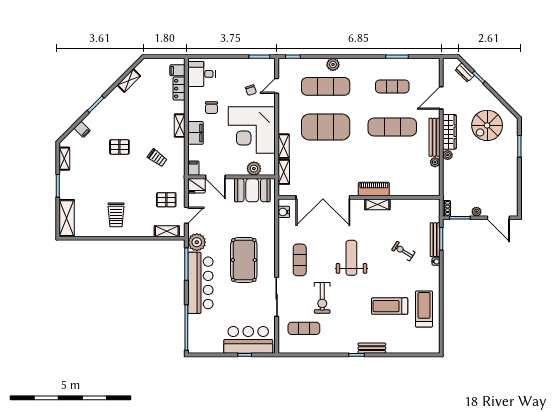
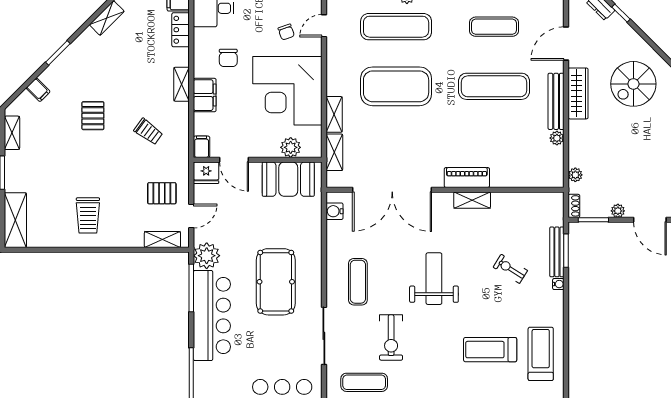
pallet: (119, 147) -> (93, 116), turned 90
plant: (448, 155) -> (575, 175), moved

